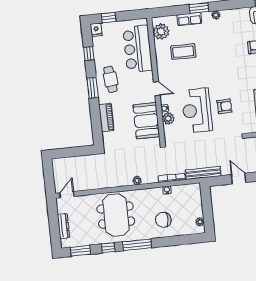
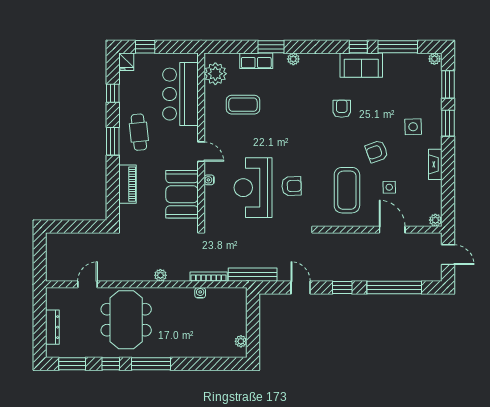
plant: (168, 118) -> (212, 194), removed
door: (67, 195) -> (88, 284), moved
chair: (163, 220) -> (191, 333), removed

